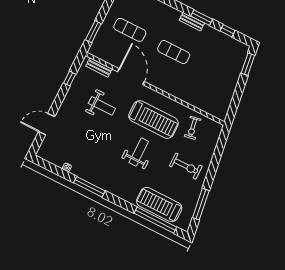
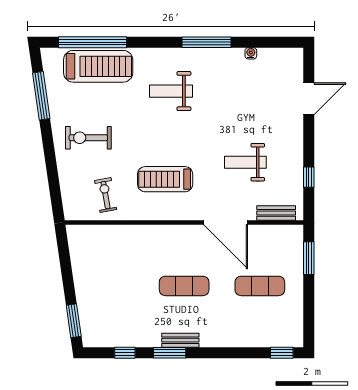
treadmill: (153, 120) -> (165, 179), width x0.73, depth x0.73
weight bench: (139, 152) -> (171, 91), moved, turned 90

